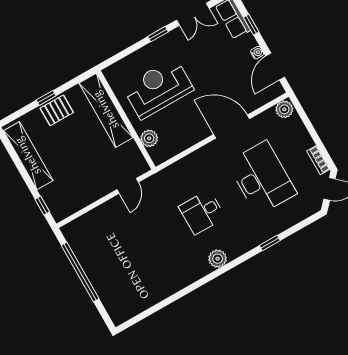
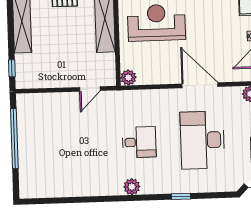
plant: (149, 138) -> (128, 77), moved
desk: (262, 178) -> (202, 140), turned 180
desk: (202, 212) -> (139, 142), turned 180

